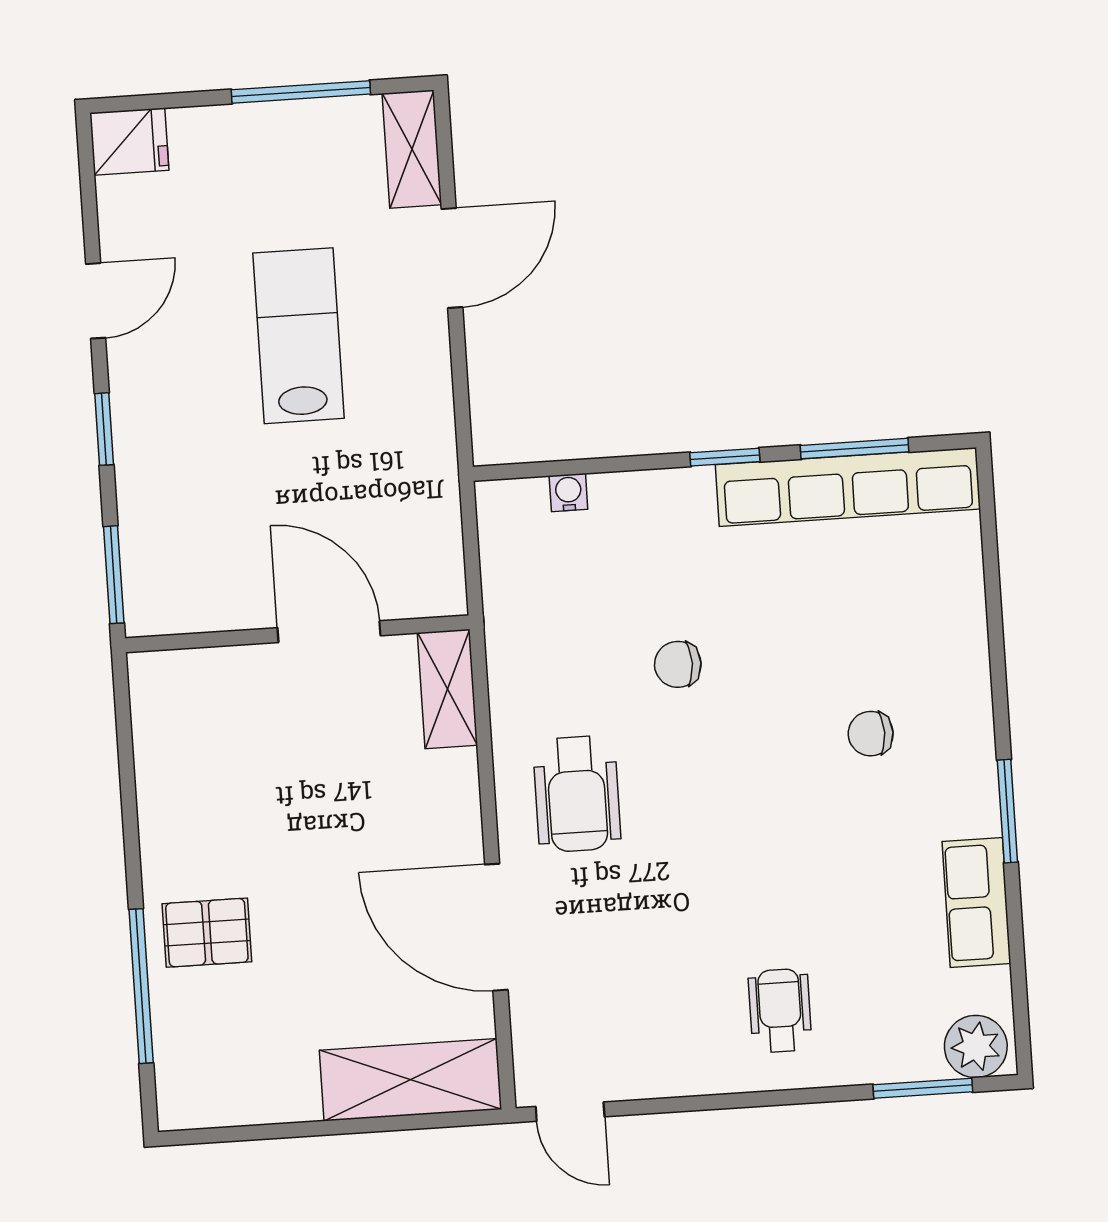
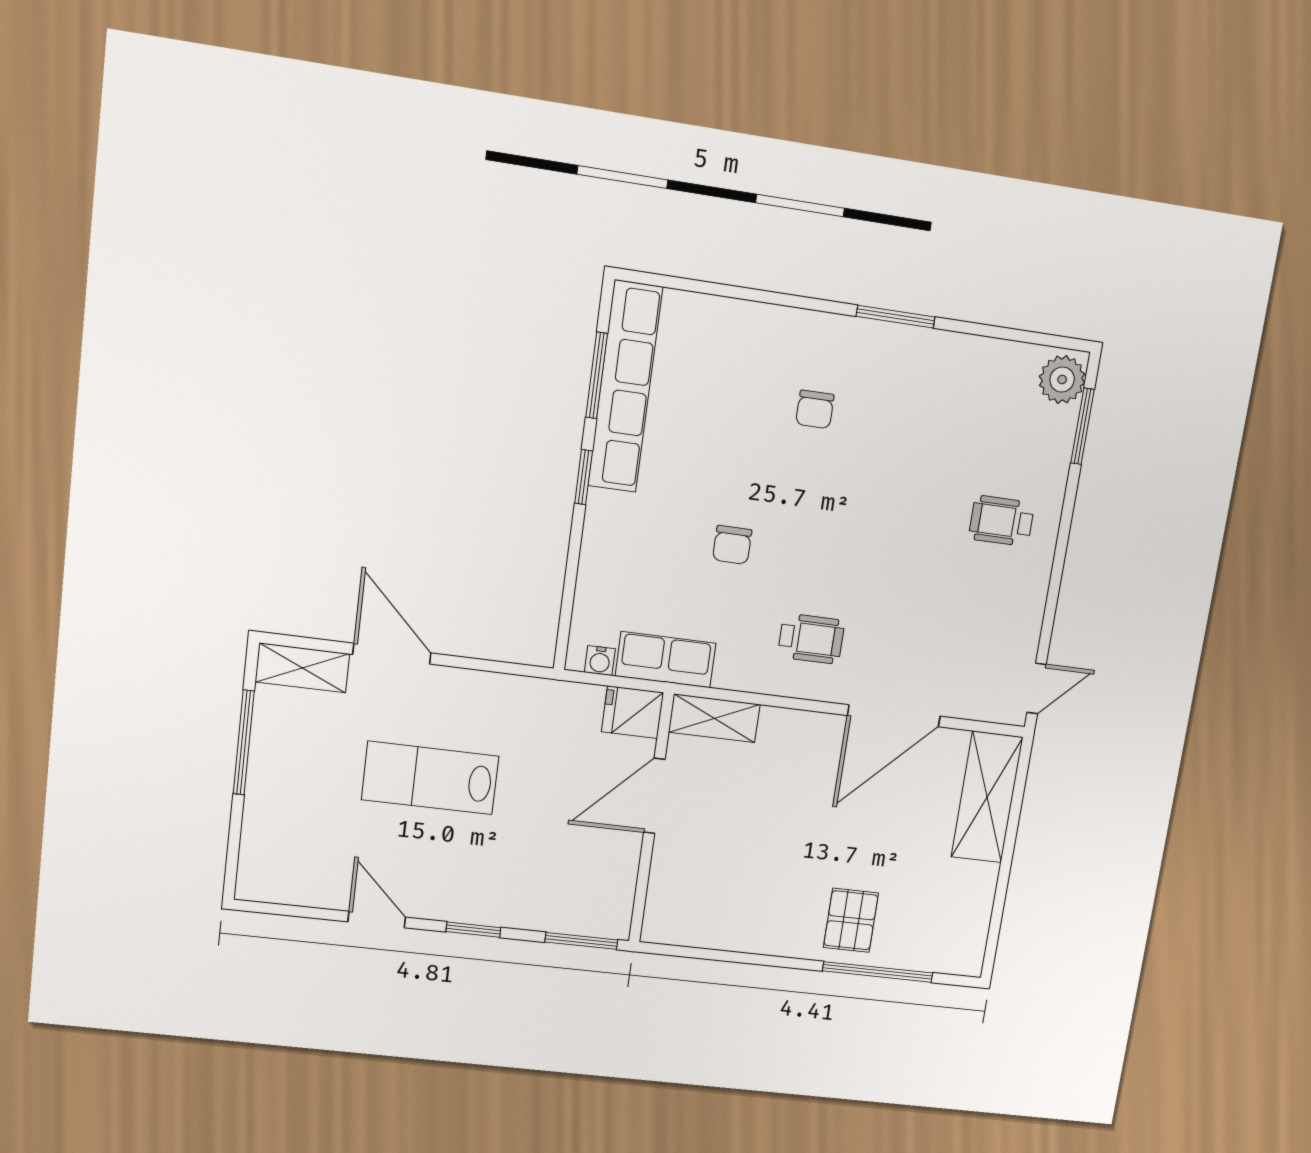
fridge: (129, 142) -> (632, 712), moved, turned -90
water cooler: (568, 493) -> (600, 661), moved, turned -90
wheelchair: (577, 794) -> (811, 639), width x0.73, depth x0.73
row of seats: (976, 902) -> (666, 660), moved, turned 180

